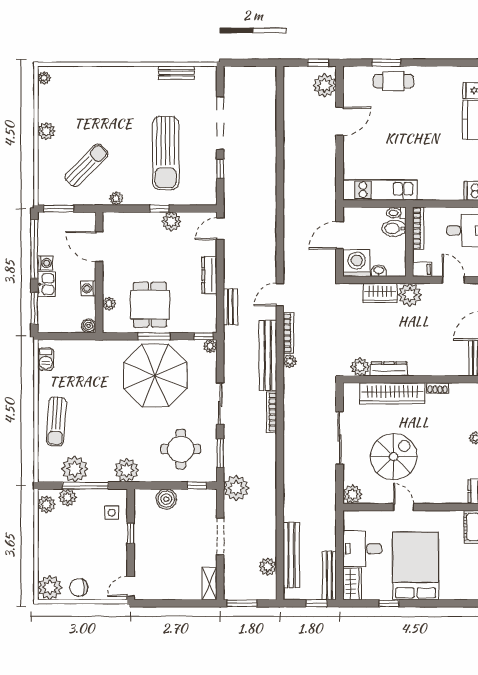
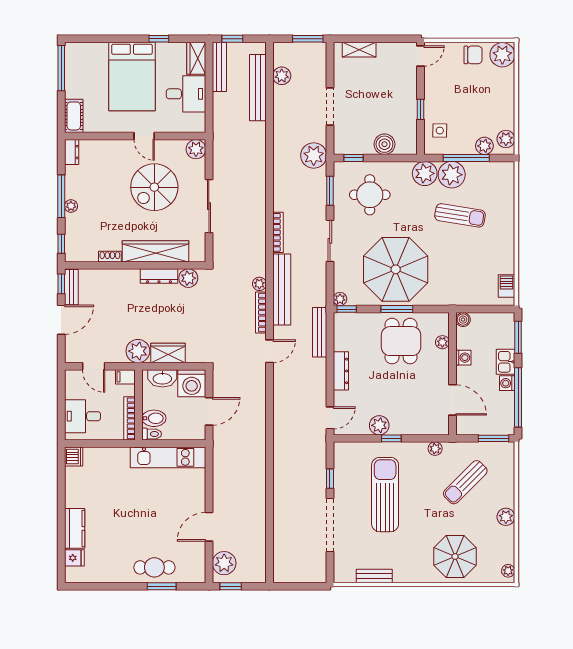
parasol: (97, 92) -> (455, 557), added
washbasin: (379, 271) -> (162, 378), width x1.91, depth x1.45
bench: (230, 307) -> (320, 332), width x1.36
sun lounger: (56, 422) -> (460, 215), moved, turned 95
plant: (75, 469) -> (452, 175), moved
shelving: (209, 583) -> (359, 50), moved, turned 90

